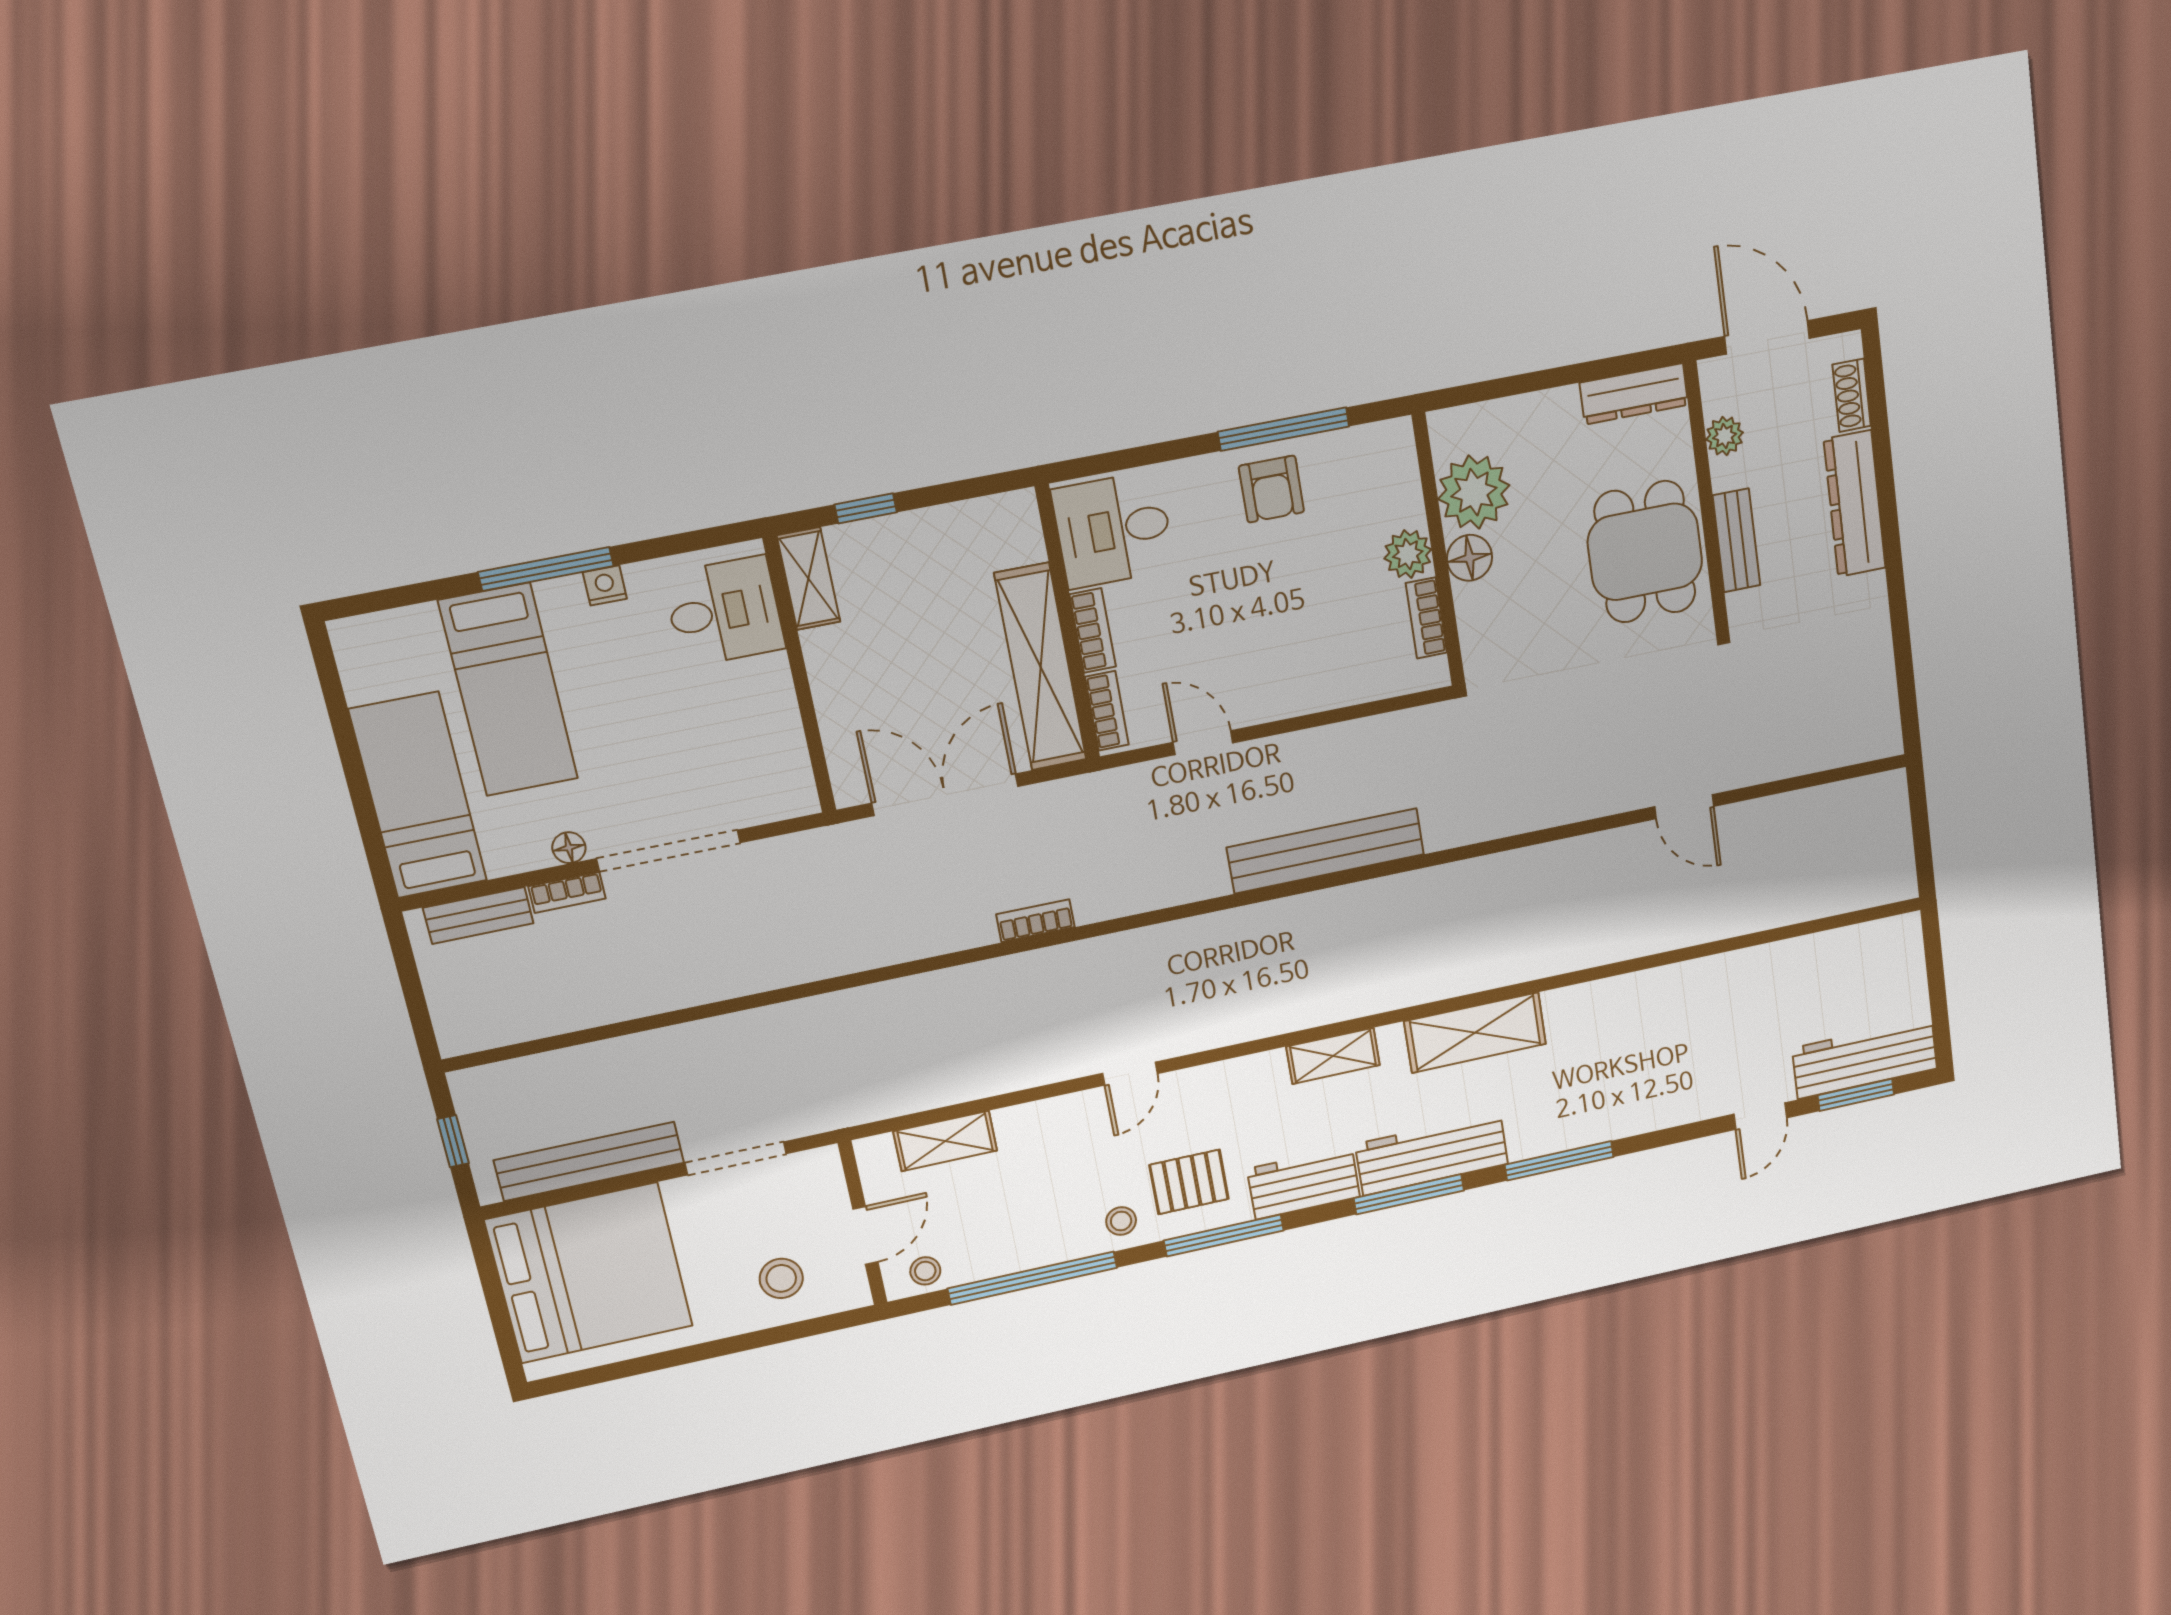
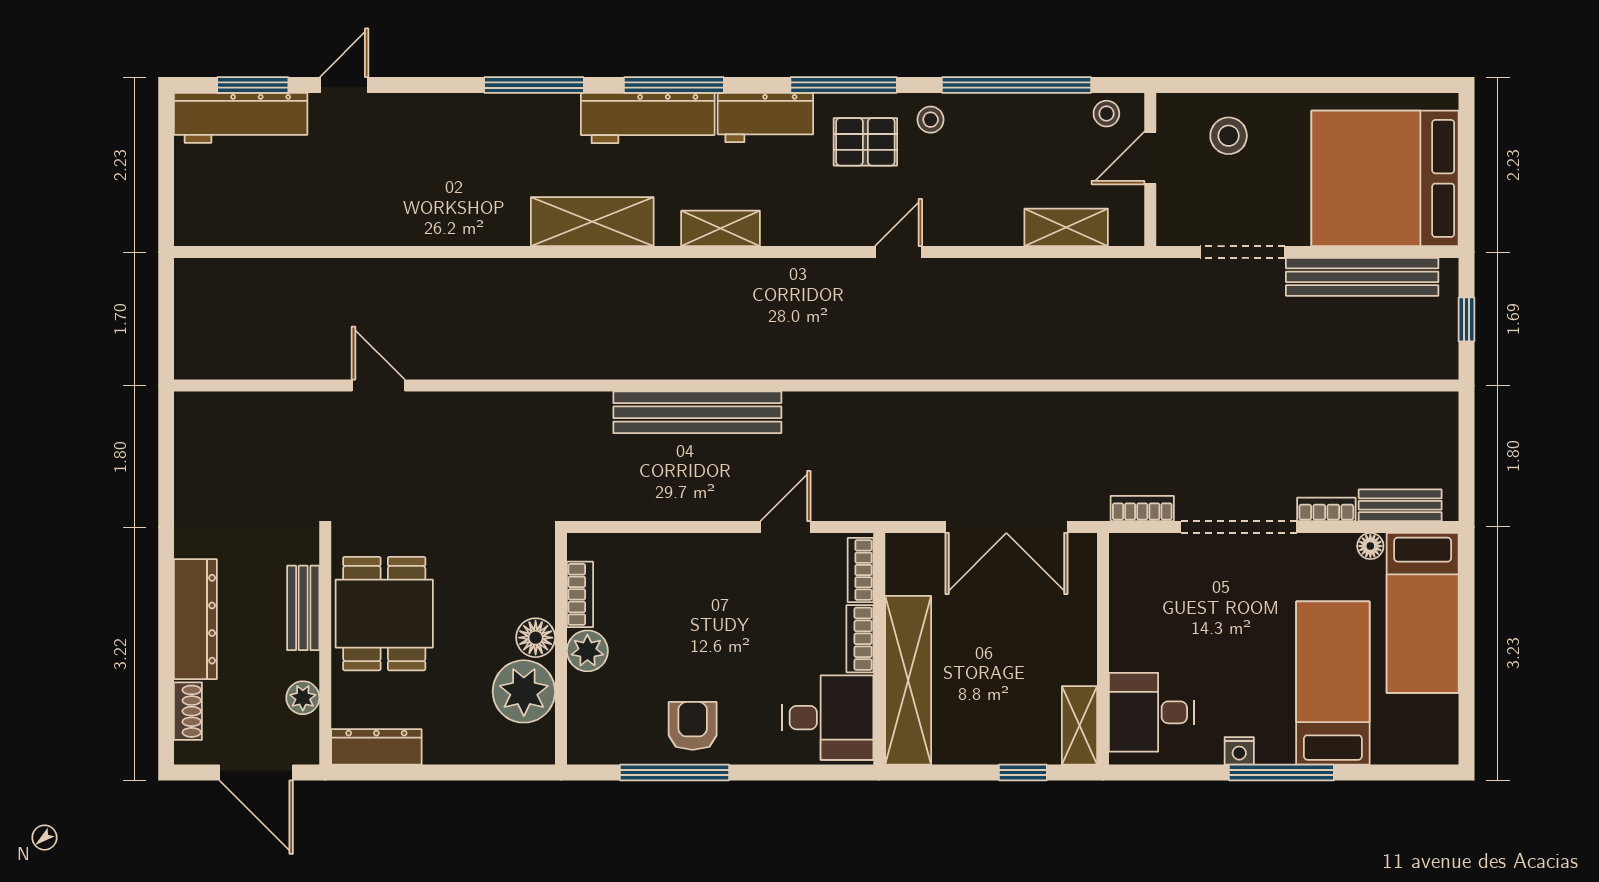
shelving: (1041, 667) -> (908, 680), moved
door: (1203, 743) -> (785, 527), swing flipped
floor lamp: (569, 848) -> (1370, 546), moved
bookcase: (1035, 921) -> (1142, 508), moved, turned 180

